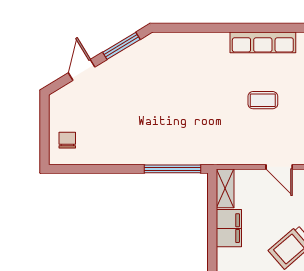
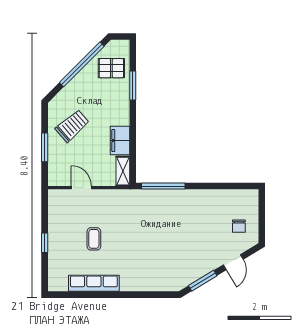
coffee table: (263, 100) -> (94, 239), turned 90
chair: (67, 140) -> (239, 226), moved

